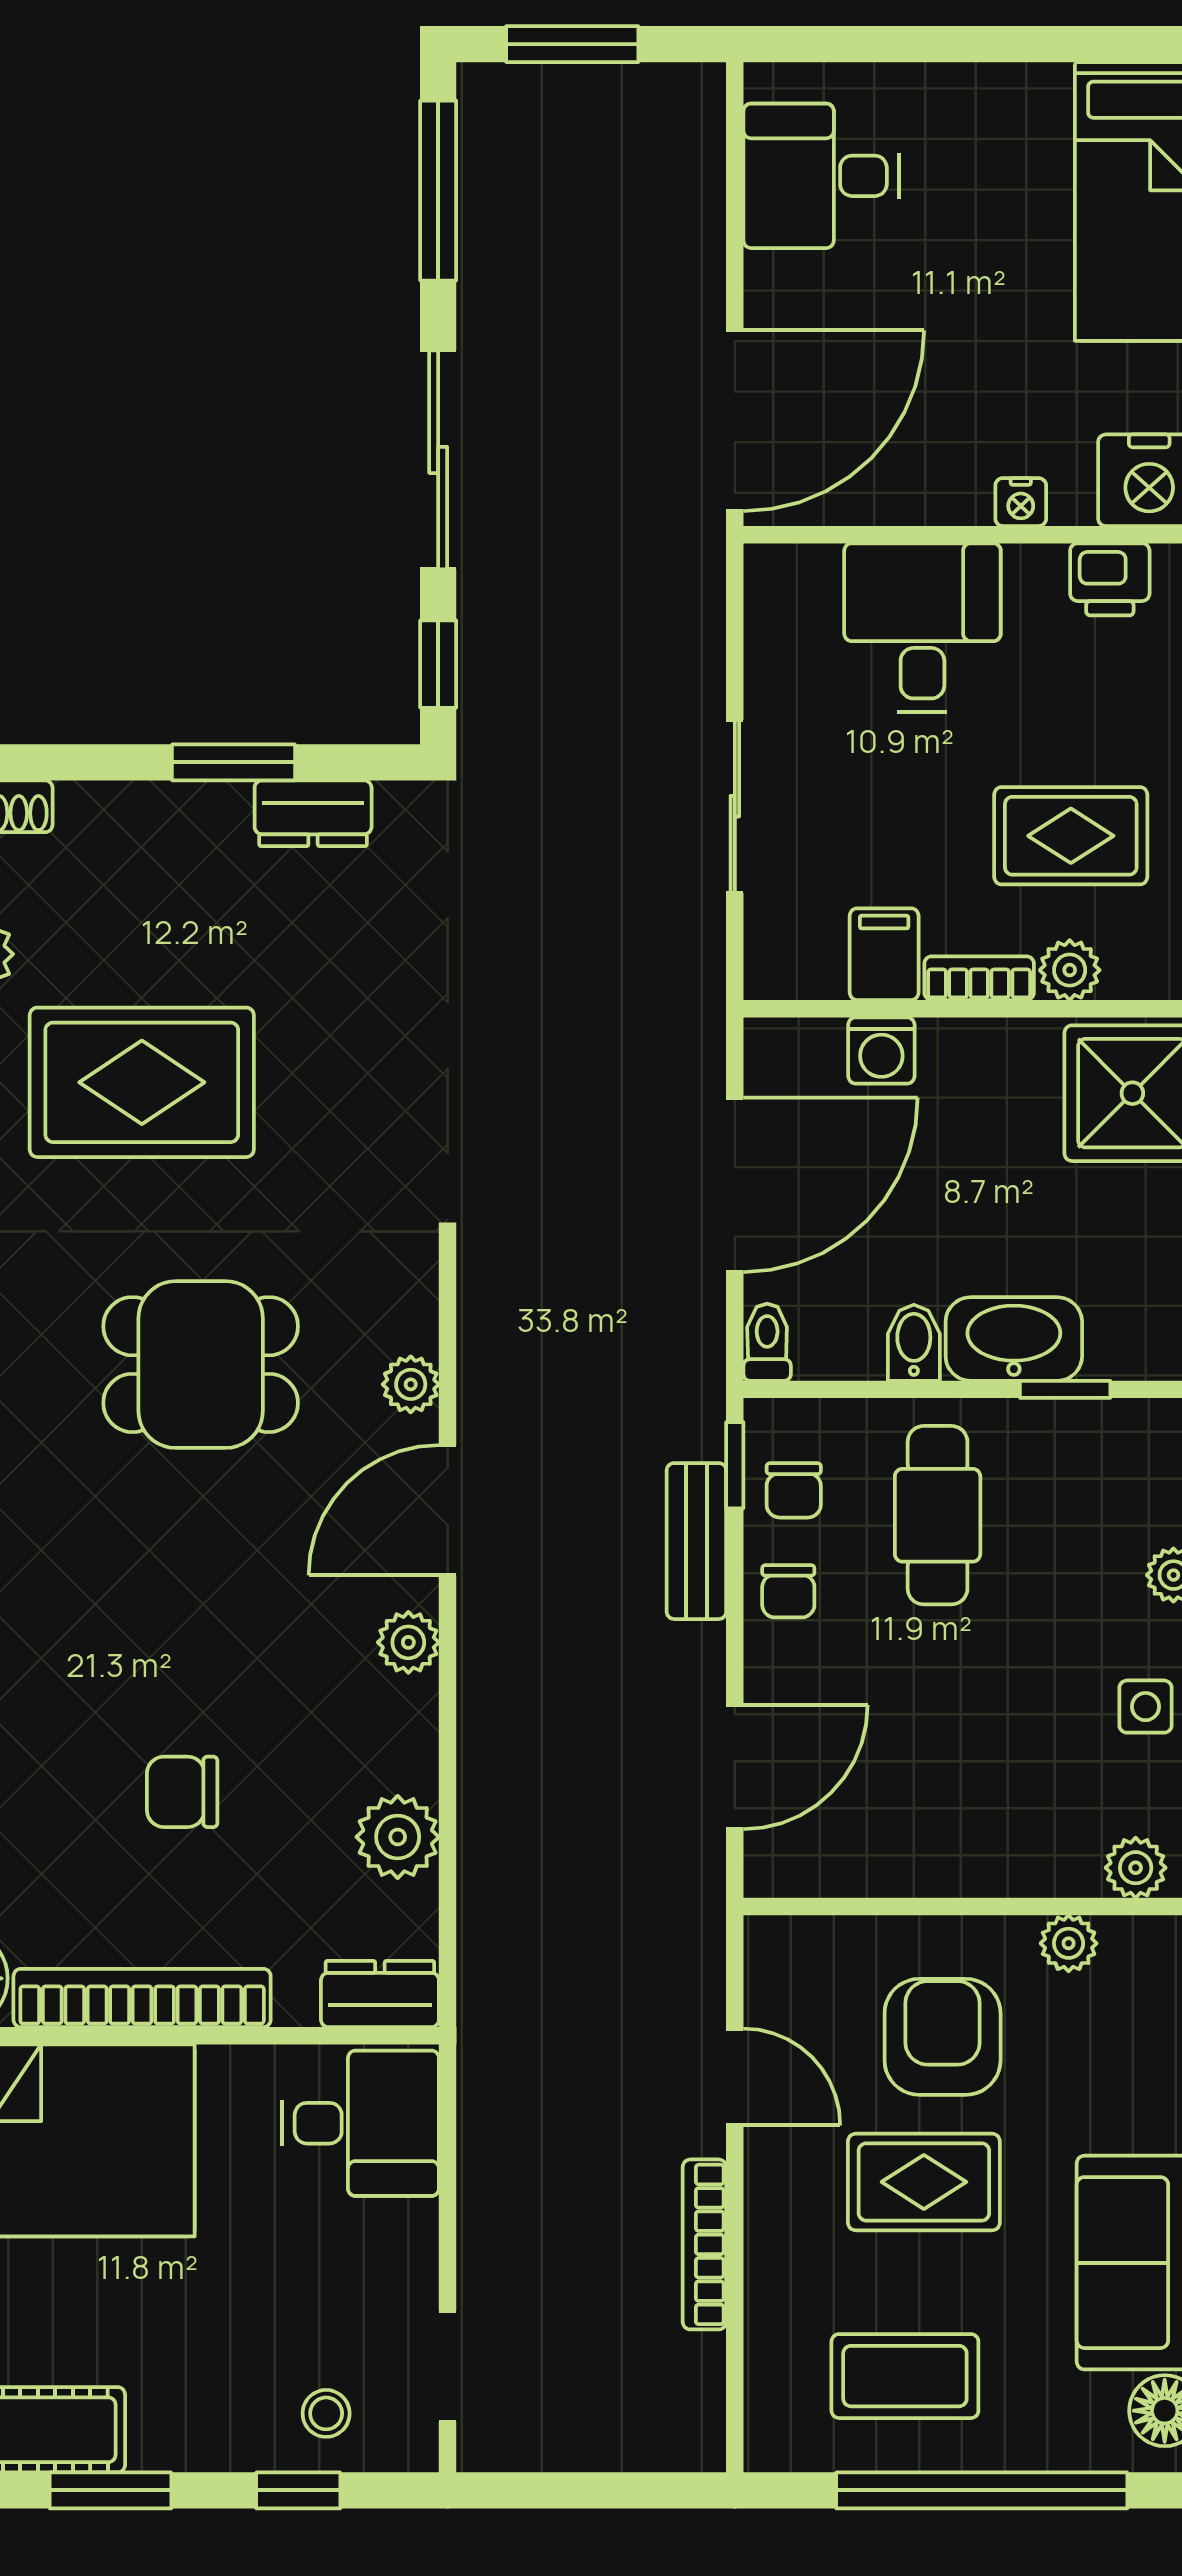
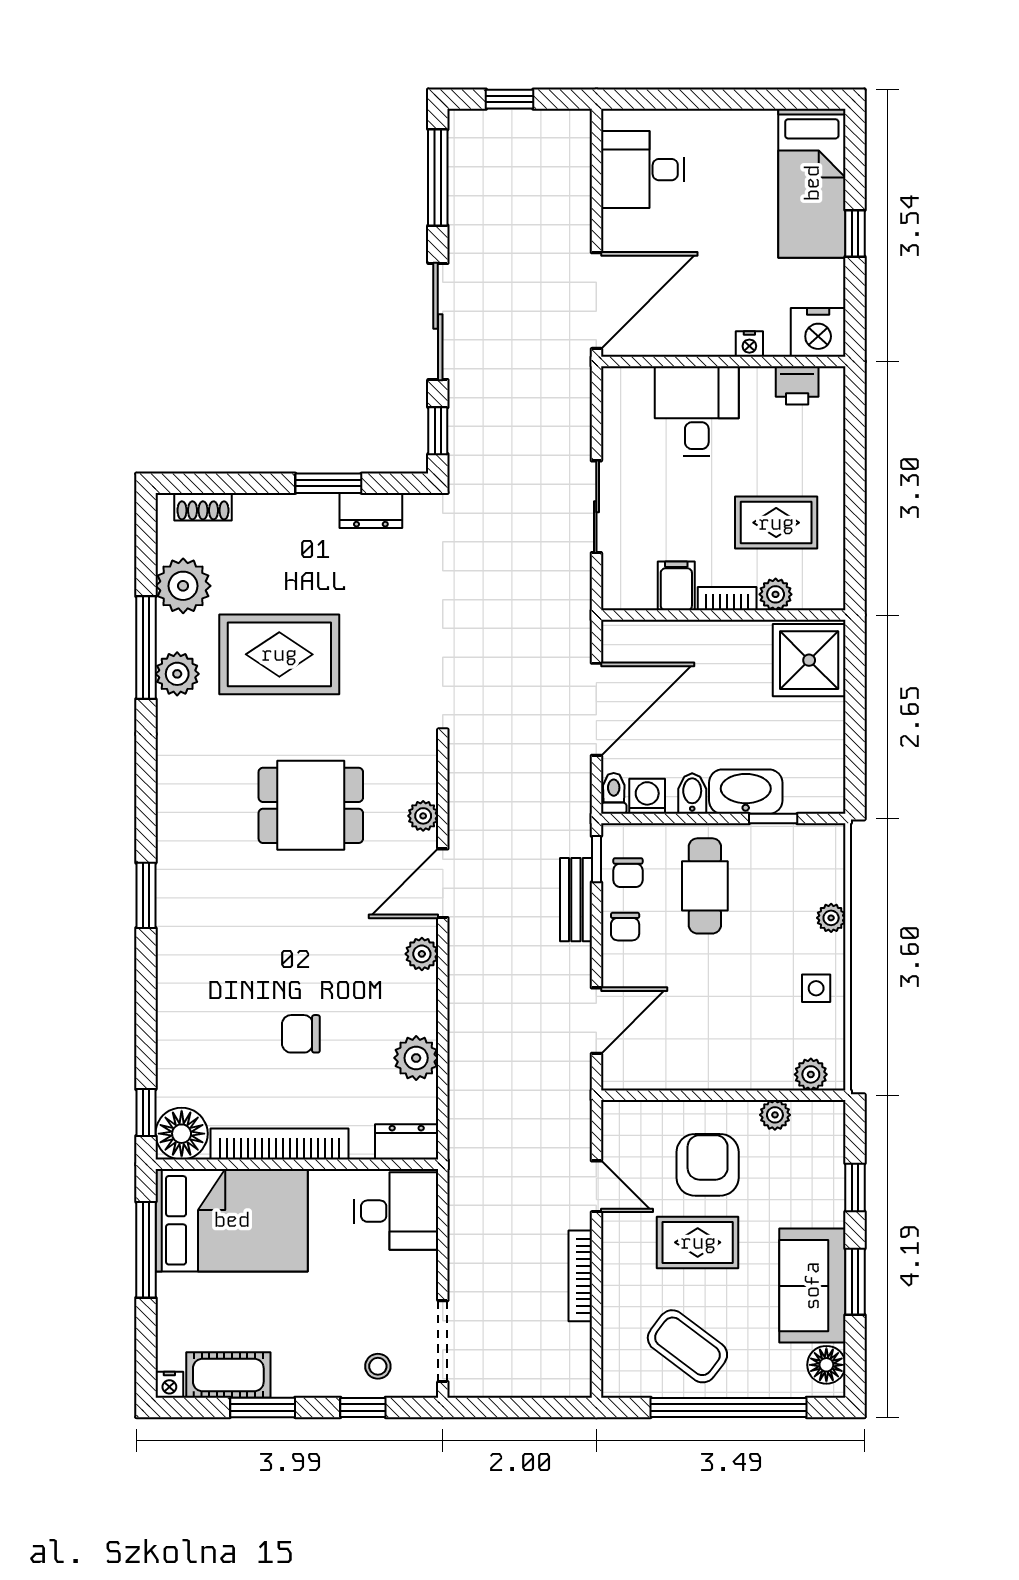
window: (572, 44) -> (510, 99), width x0.67
washing machine: (881, 1050) -> (647, 796), moved, turned 180
doorway: (448, 2366) -> (443, 1341), width x1.38
coffee table: (905, 2376) -> (687, 1346), turned 37

